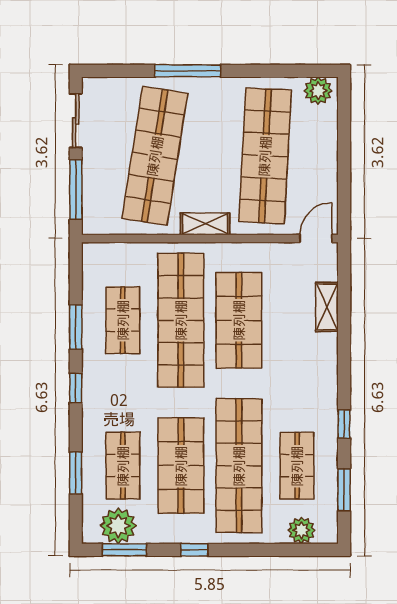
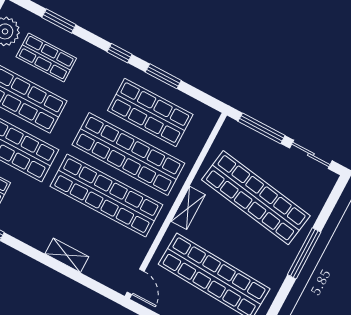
shelving: (327, 307) -> (67, 255), moved
shop shelf: (123, 320) -> (150, 113), width x1.43, depth x1.36
shop shelf: (239, 320) -> (106, 196), width x1.40

